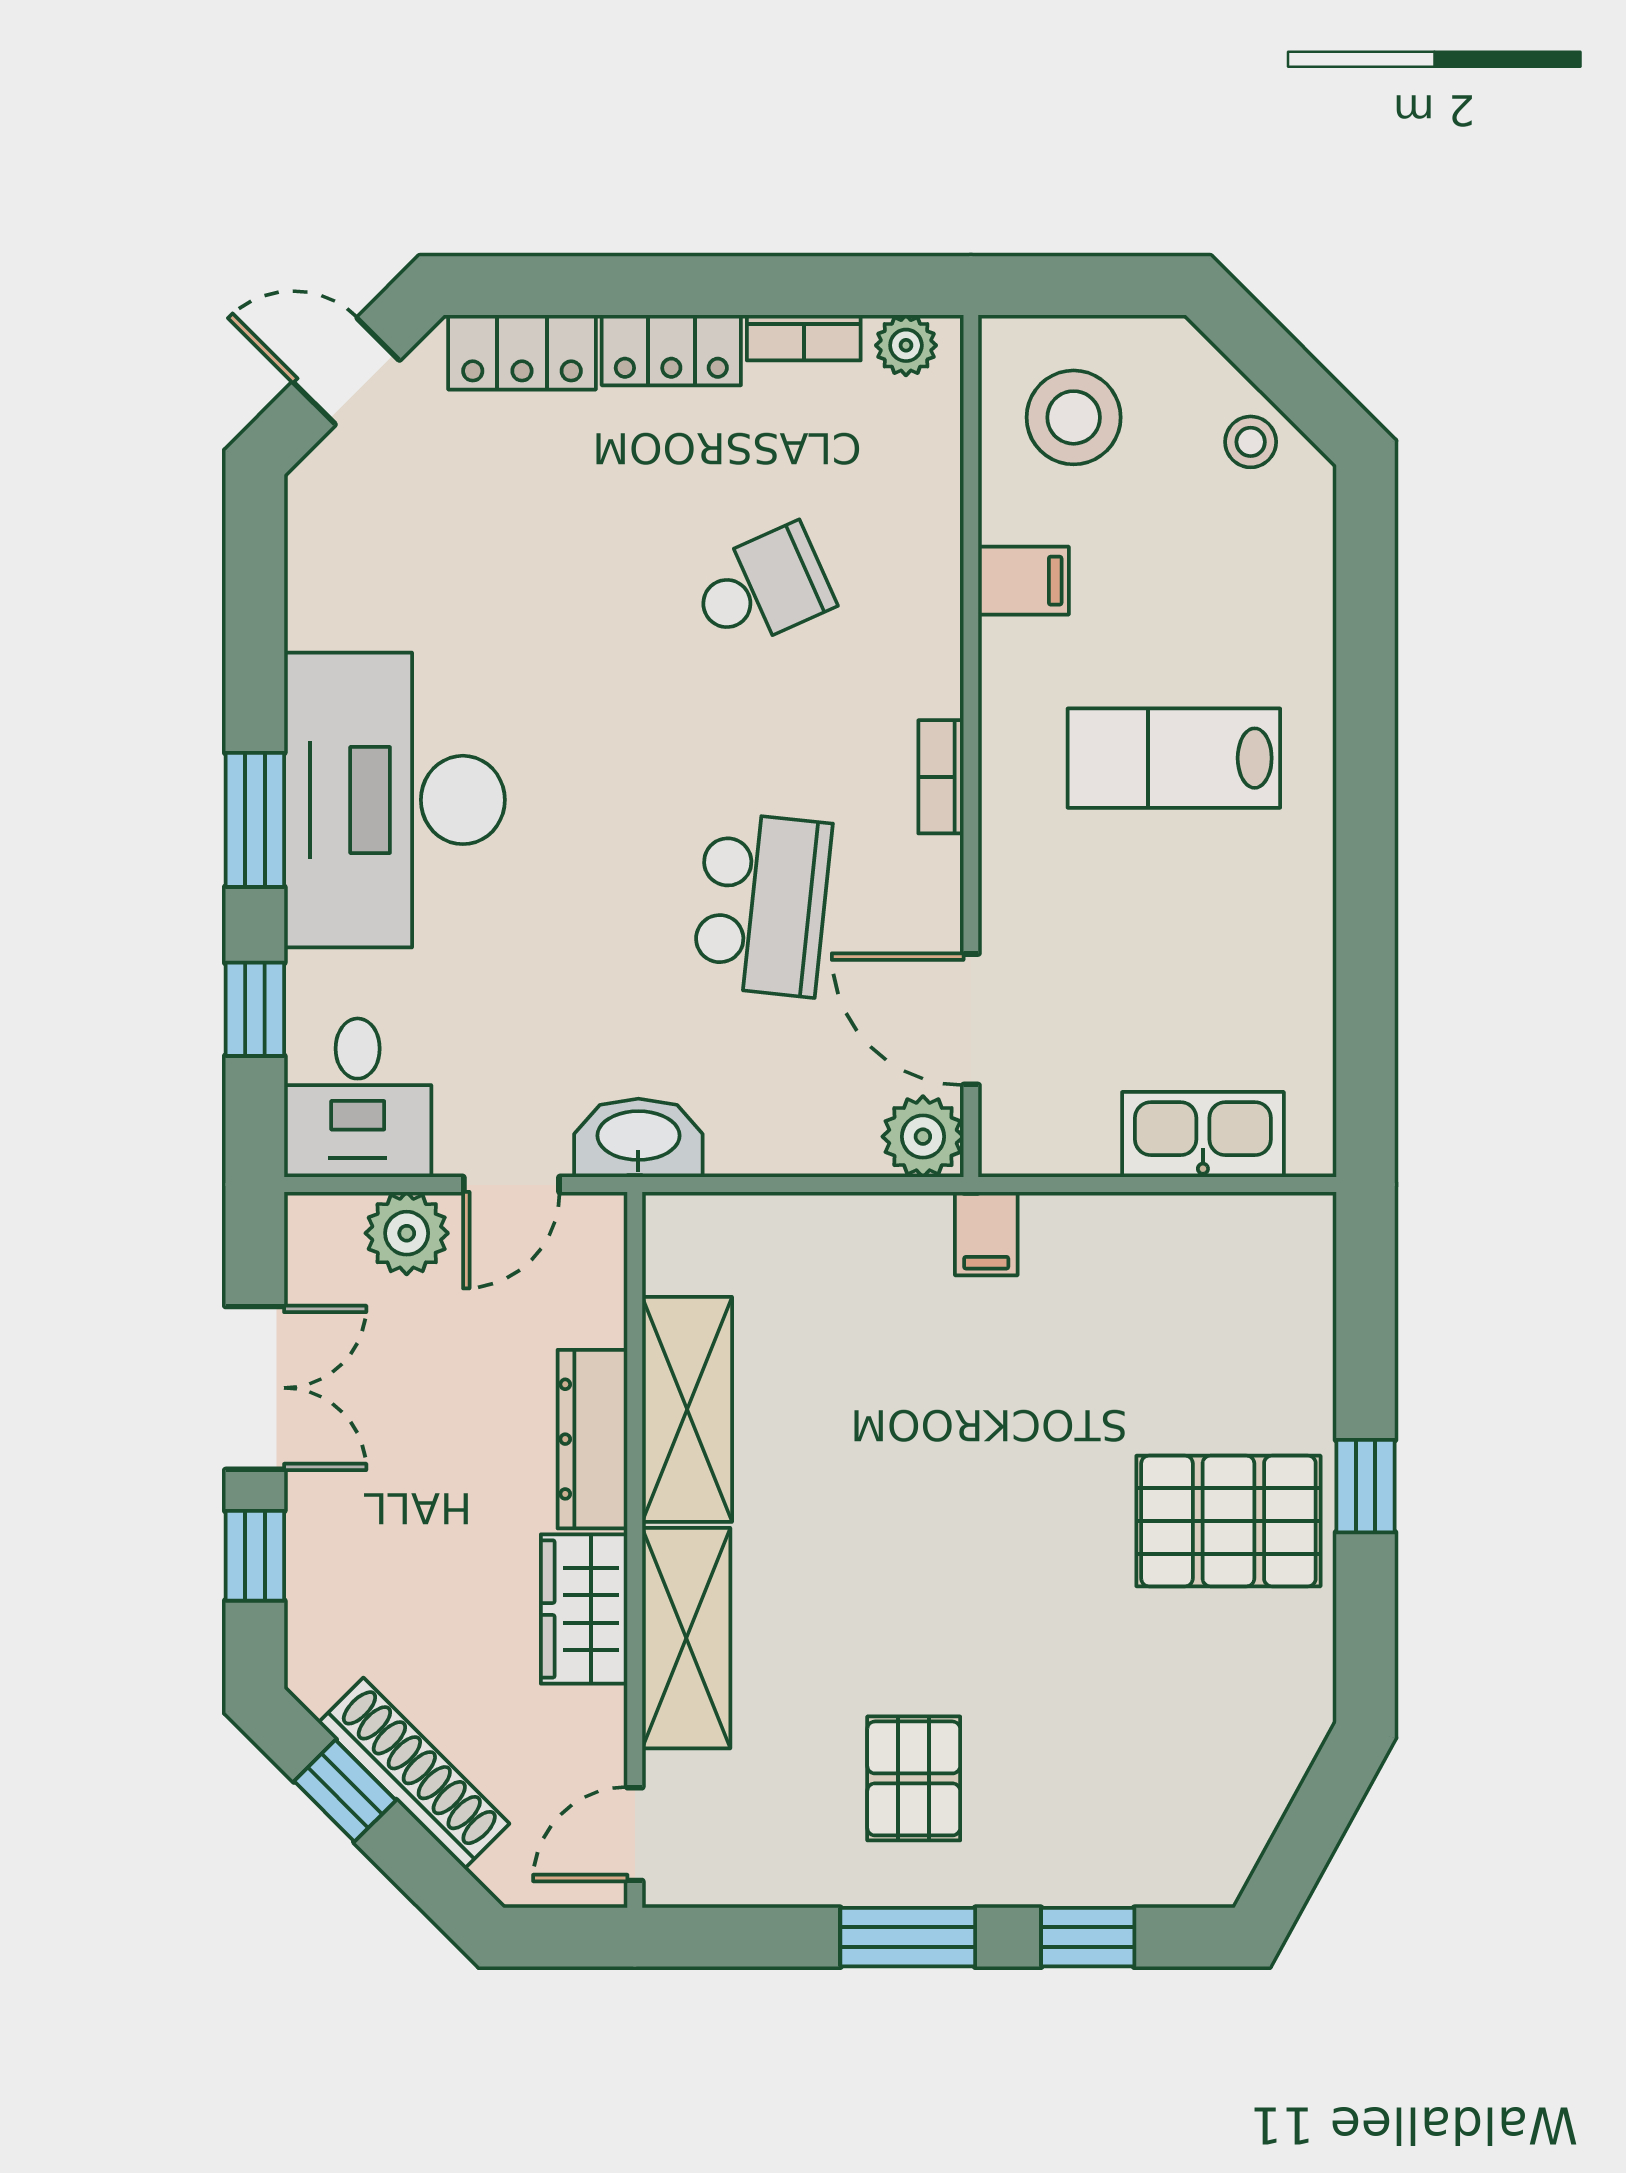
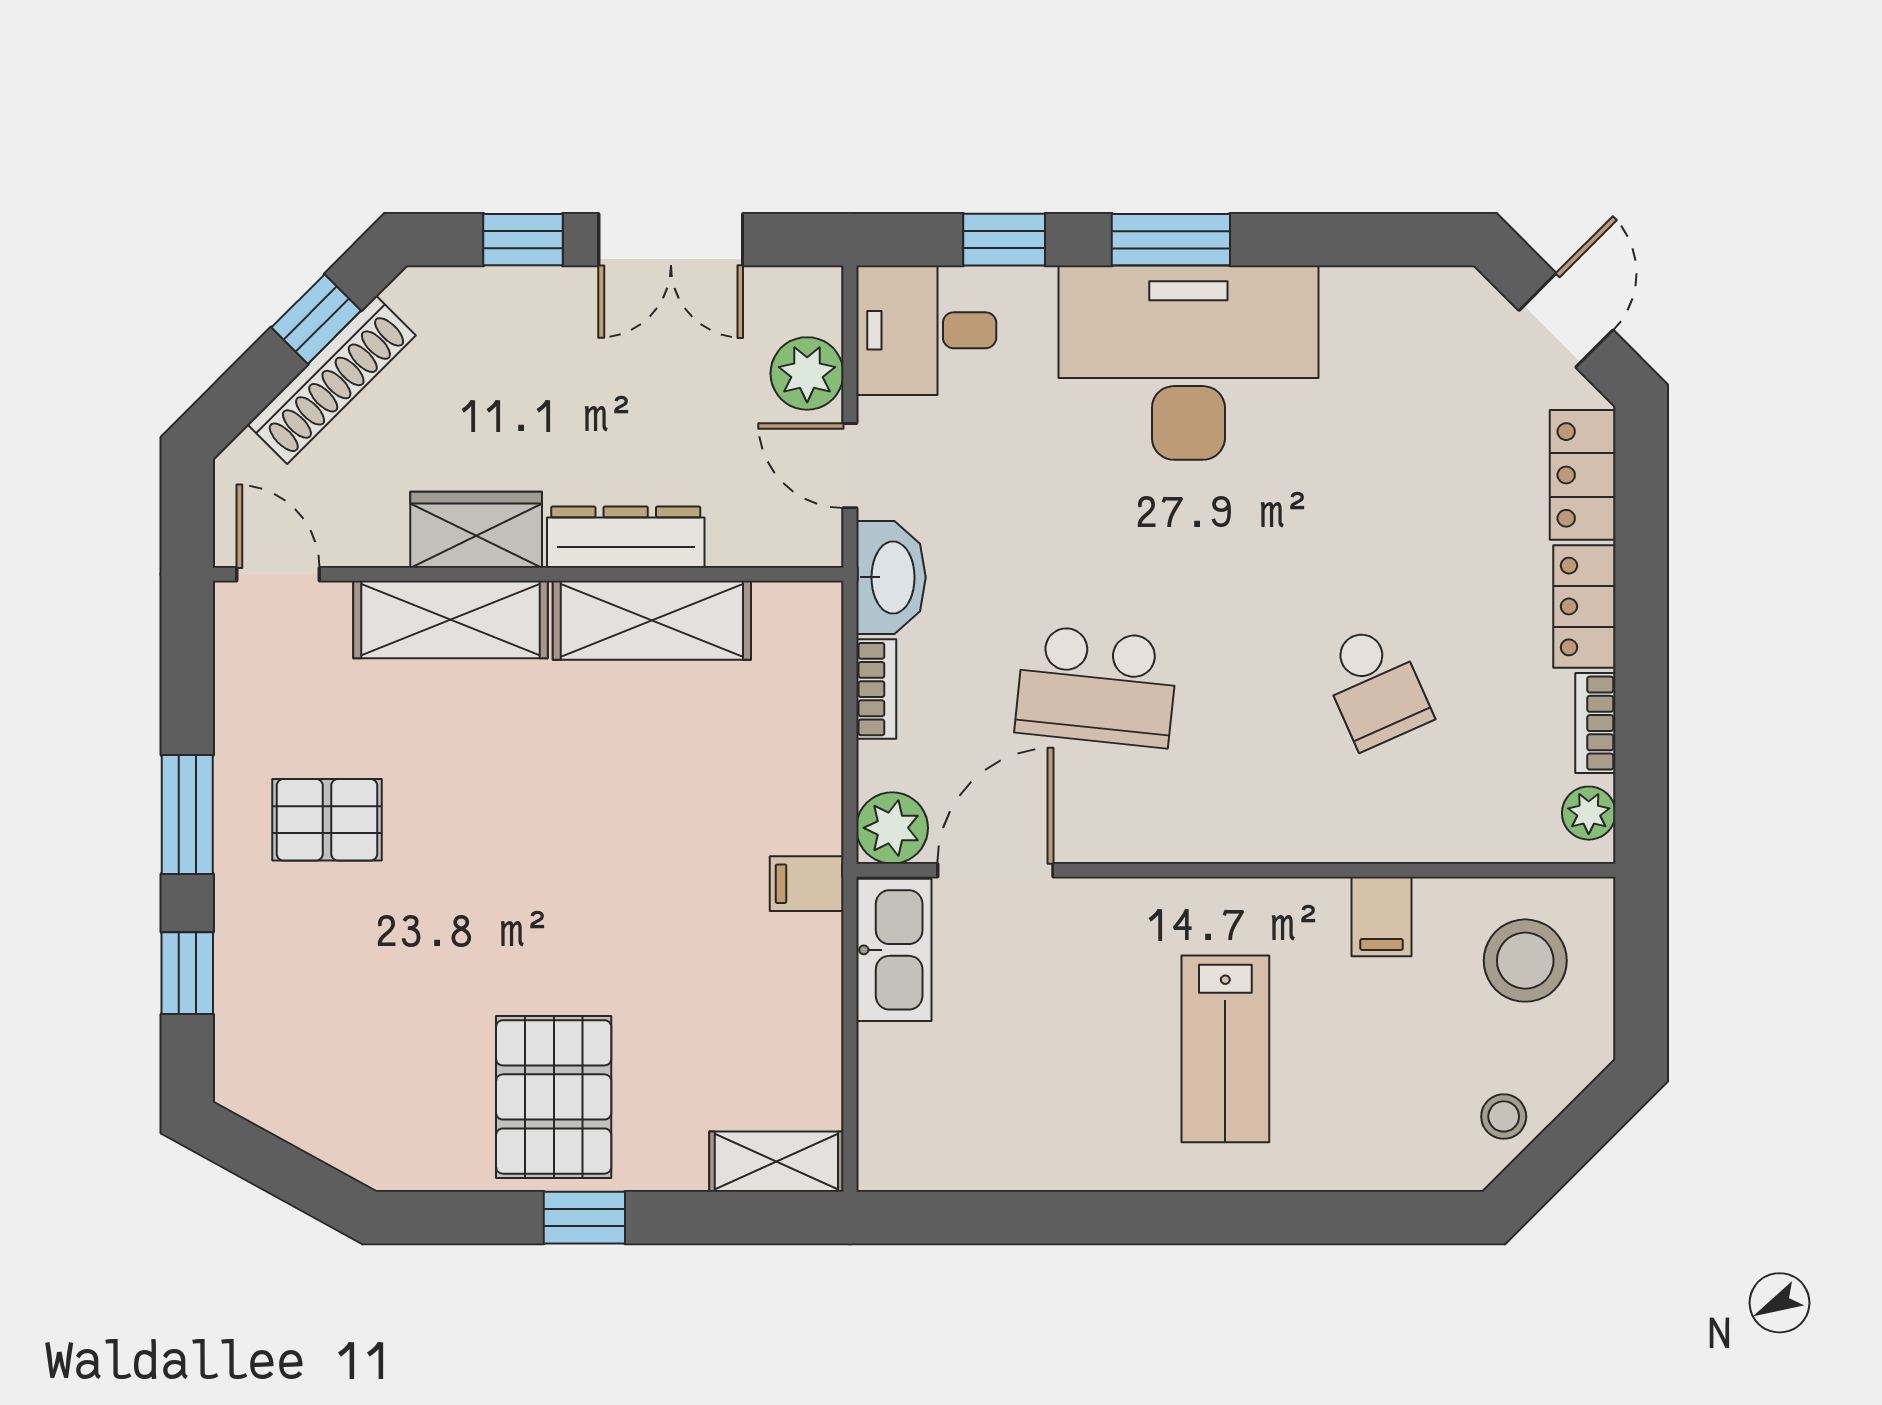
lab bench: (1174, 758) -> (1225, 1049), turned 180
bookcase: (941, 777) -> (876, 689), moved, turned 90
kitchen sink: (1203, 1135) -> (894, 950), moved
shelving: (1302, 1268) -> (776, 1162), added

